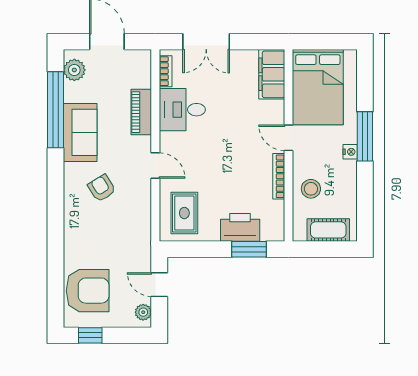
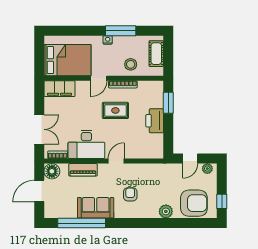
floor lamp: (139, 62) -> (52, 171), added
plant: (74, 70) -> (166, 211), moved
desk: (182, 110) -> (86, 144), width x1.37
window: (365, 136) -> (121, 31), moved
armchair: (102, 188) -> (130, 194), turned 122
rug: (184, 213) -> (115, 110), moved
printer: (240, 227) -> (155, 121), moved
armchair: (88, 291) -> (194, 203), turned 90

